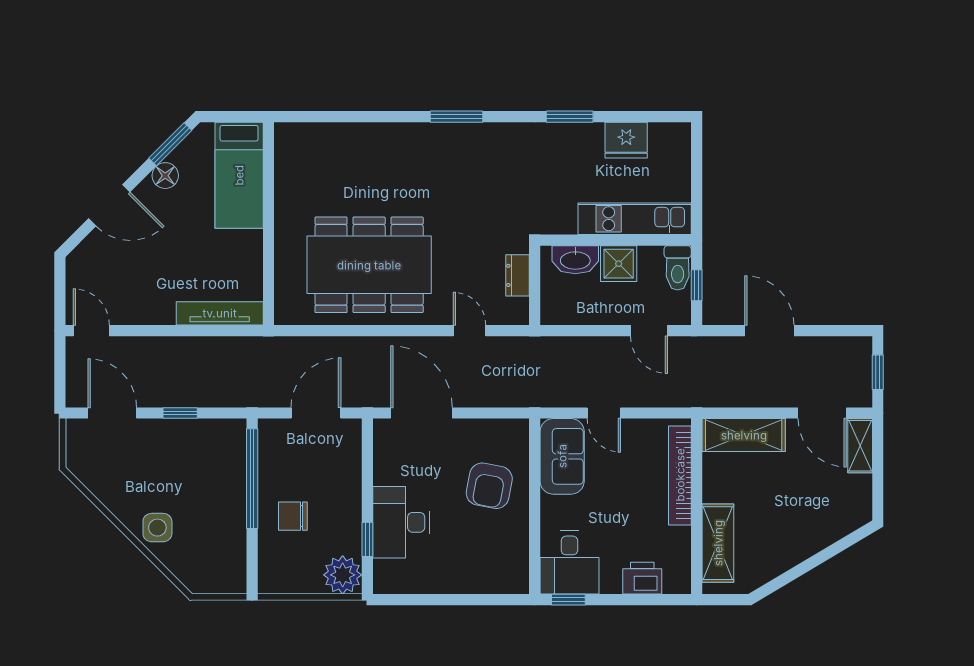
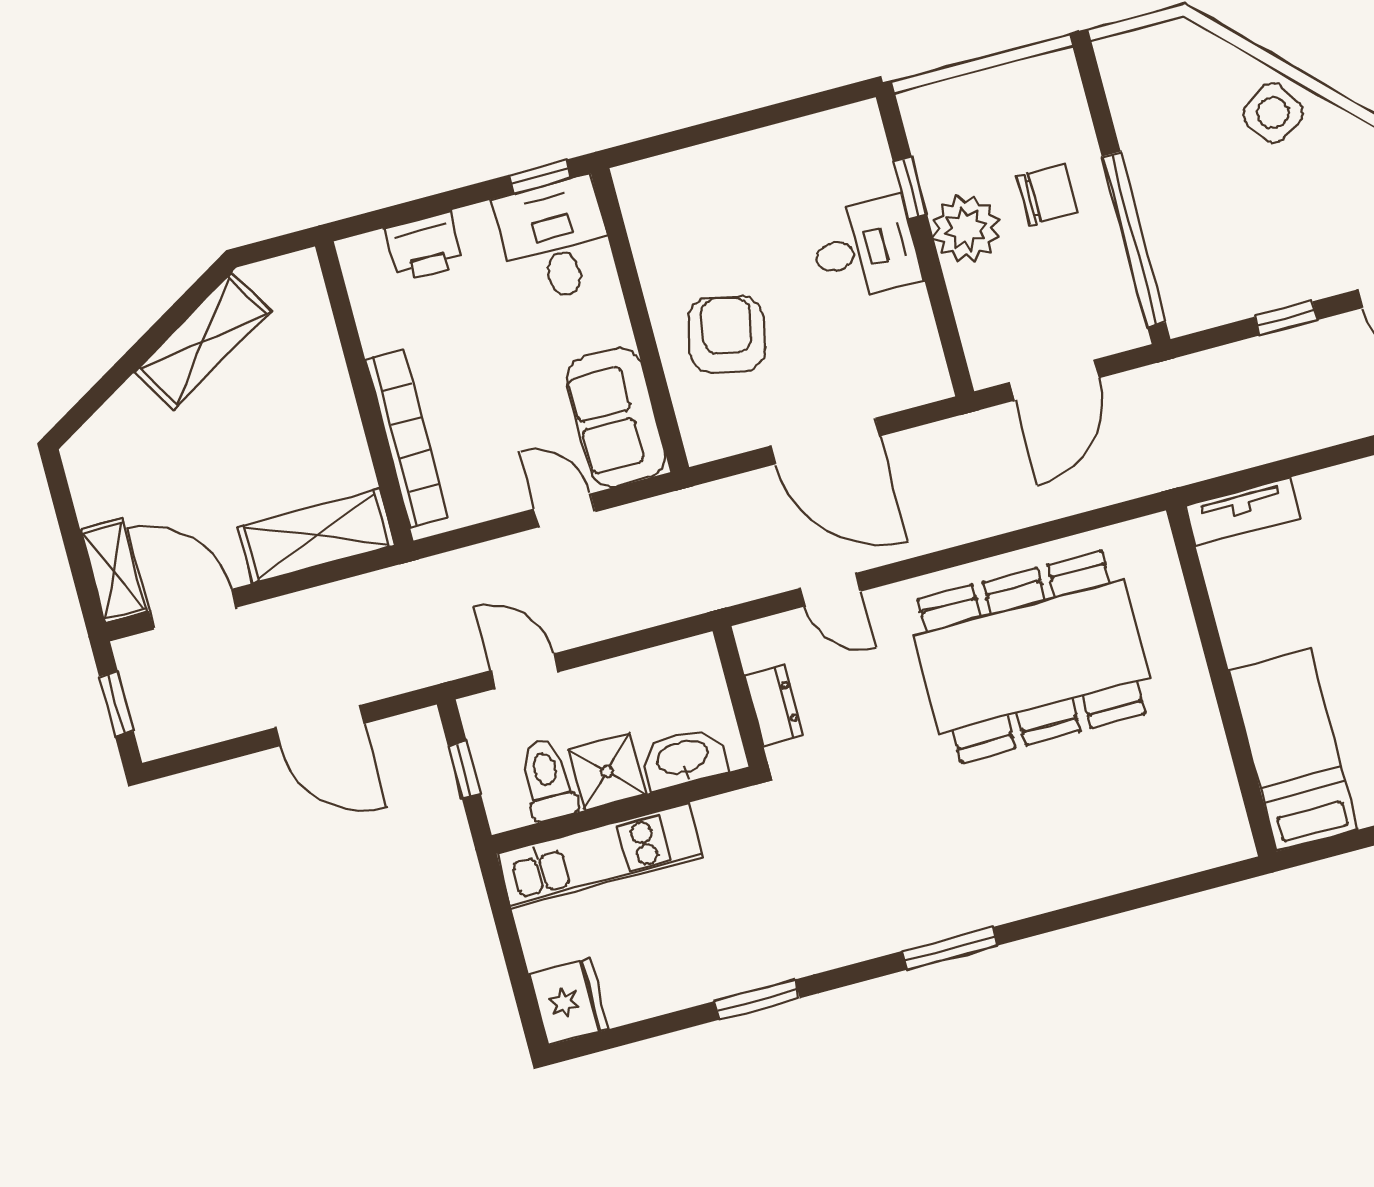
fridge: (626, 140) -> (569, 1002), moved, turned 90
toilet: (678, 268) -> (548, 780), moved
tv unit: (220, 313) -> (1242, 512), width x0.71
door: (421, 413) -> (825, 441), moved
desk: (401, 522) -> (865, 249), width x0.73
side table: (157, 528) -> (1273, 113), turned -33
shelving: (718, 543) -> (203, 341), moved, turned 59
plant: (343, 575) -> (966, 229), moved

